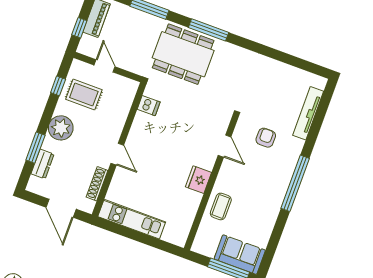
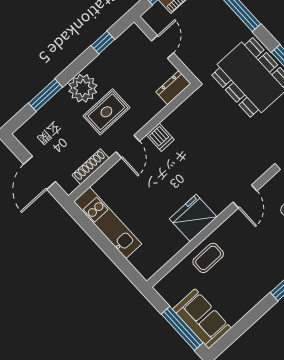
rug: (84, 95) -> (106, 112), moved, turned 90
dishwasher: (149, 106) -> (160, 137), moved
dresser: (43, 164) -> (173, 88), moved, turned 180
fridge: (198, 180) -> (193, 218), width x1.36, depth x1.34

